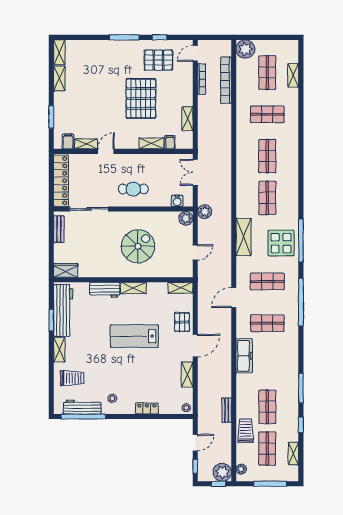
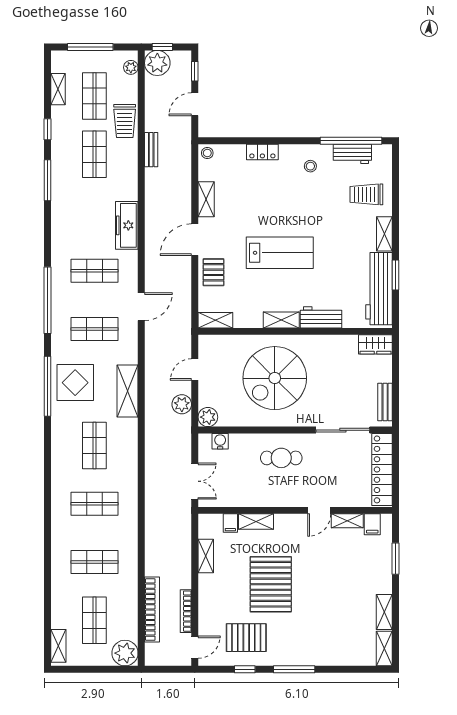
shelving: (293, 75) -> (58, 646), moved
shop shelf: (267, 156) -> (94, 504), turned 90
plant: (205, 212) -> (182, 404), moved
spiral stairs: (138, 246) -> (275, 378), width x1.37, depth x1.37
workbench: (82, 407) -> (352, 154), width x0.73

